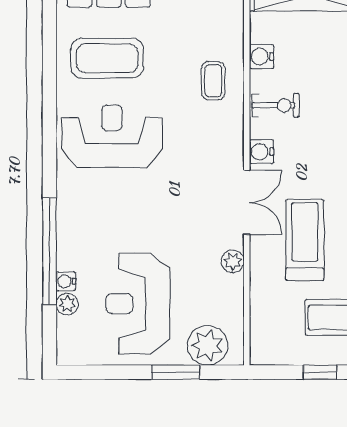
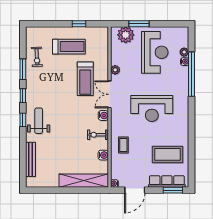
reception desk: (112, 136) -> (152, 109), moved

